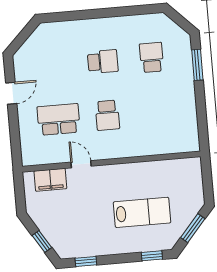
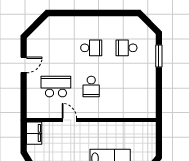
school desk: (152, 57) -> (126, 48), turned -90
filing cabinet: (50, 180) -> (34, 133), moved, turned -90

